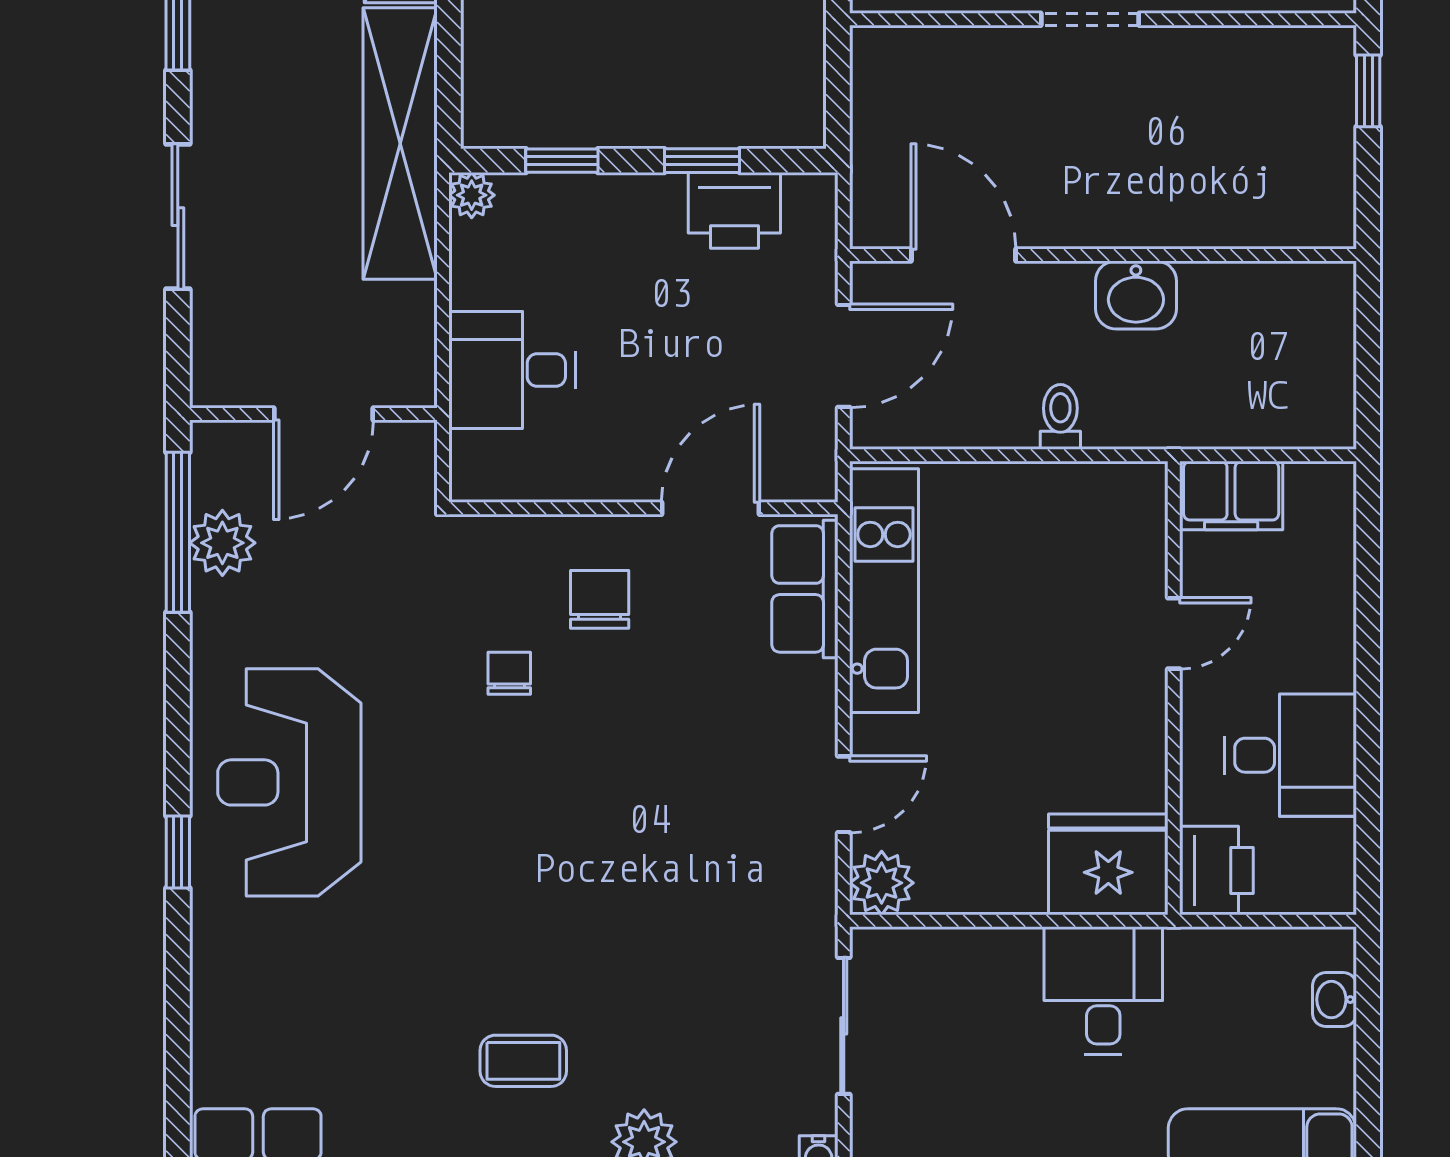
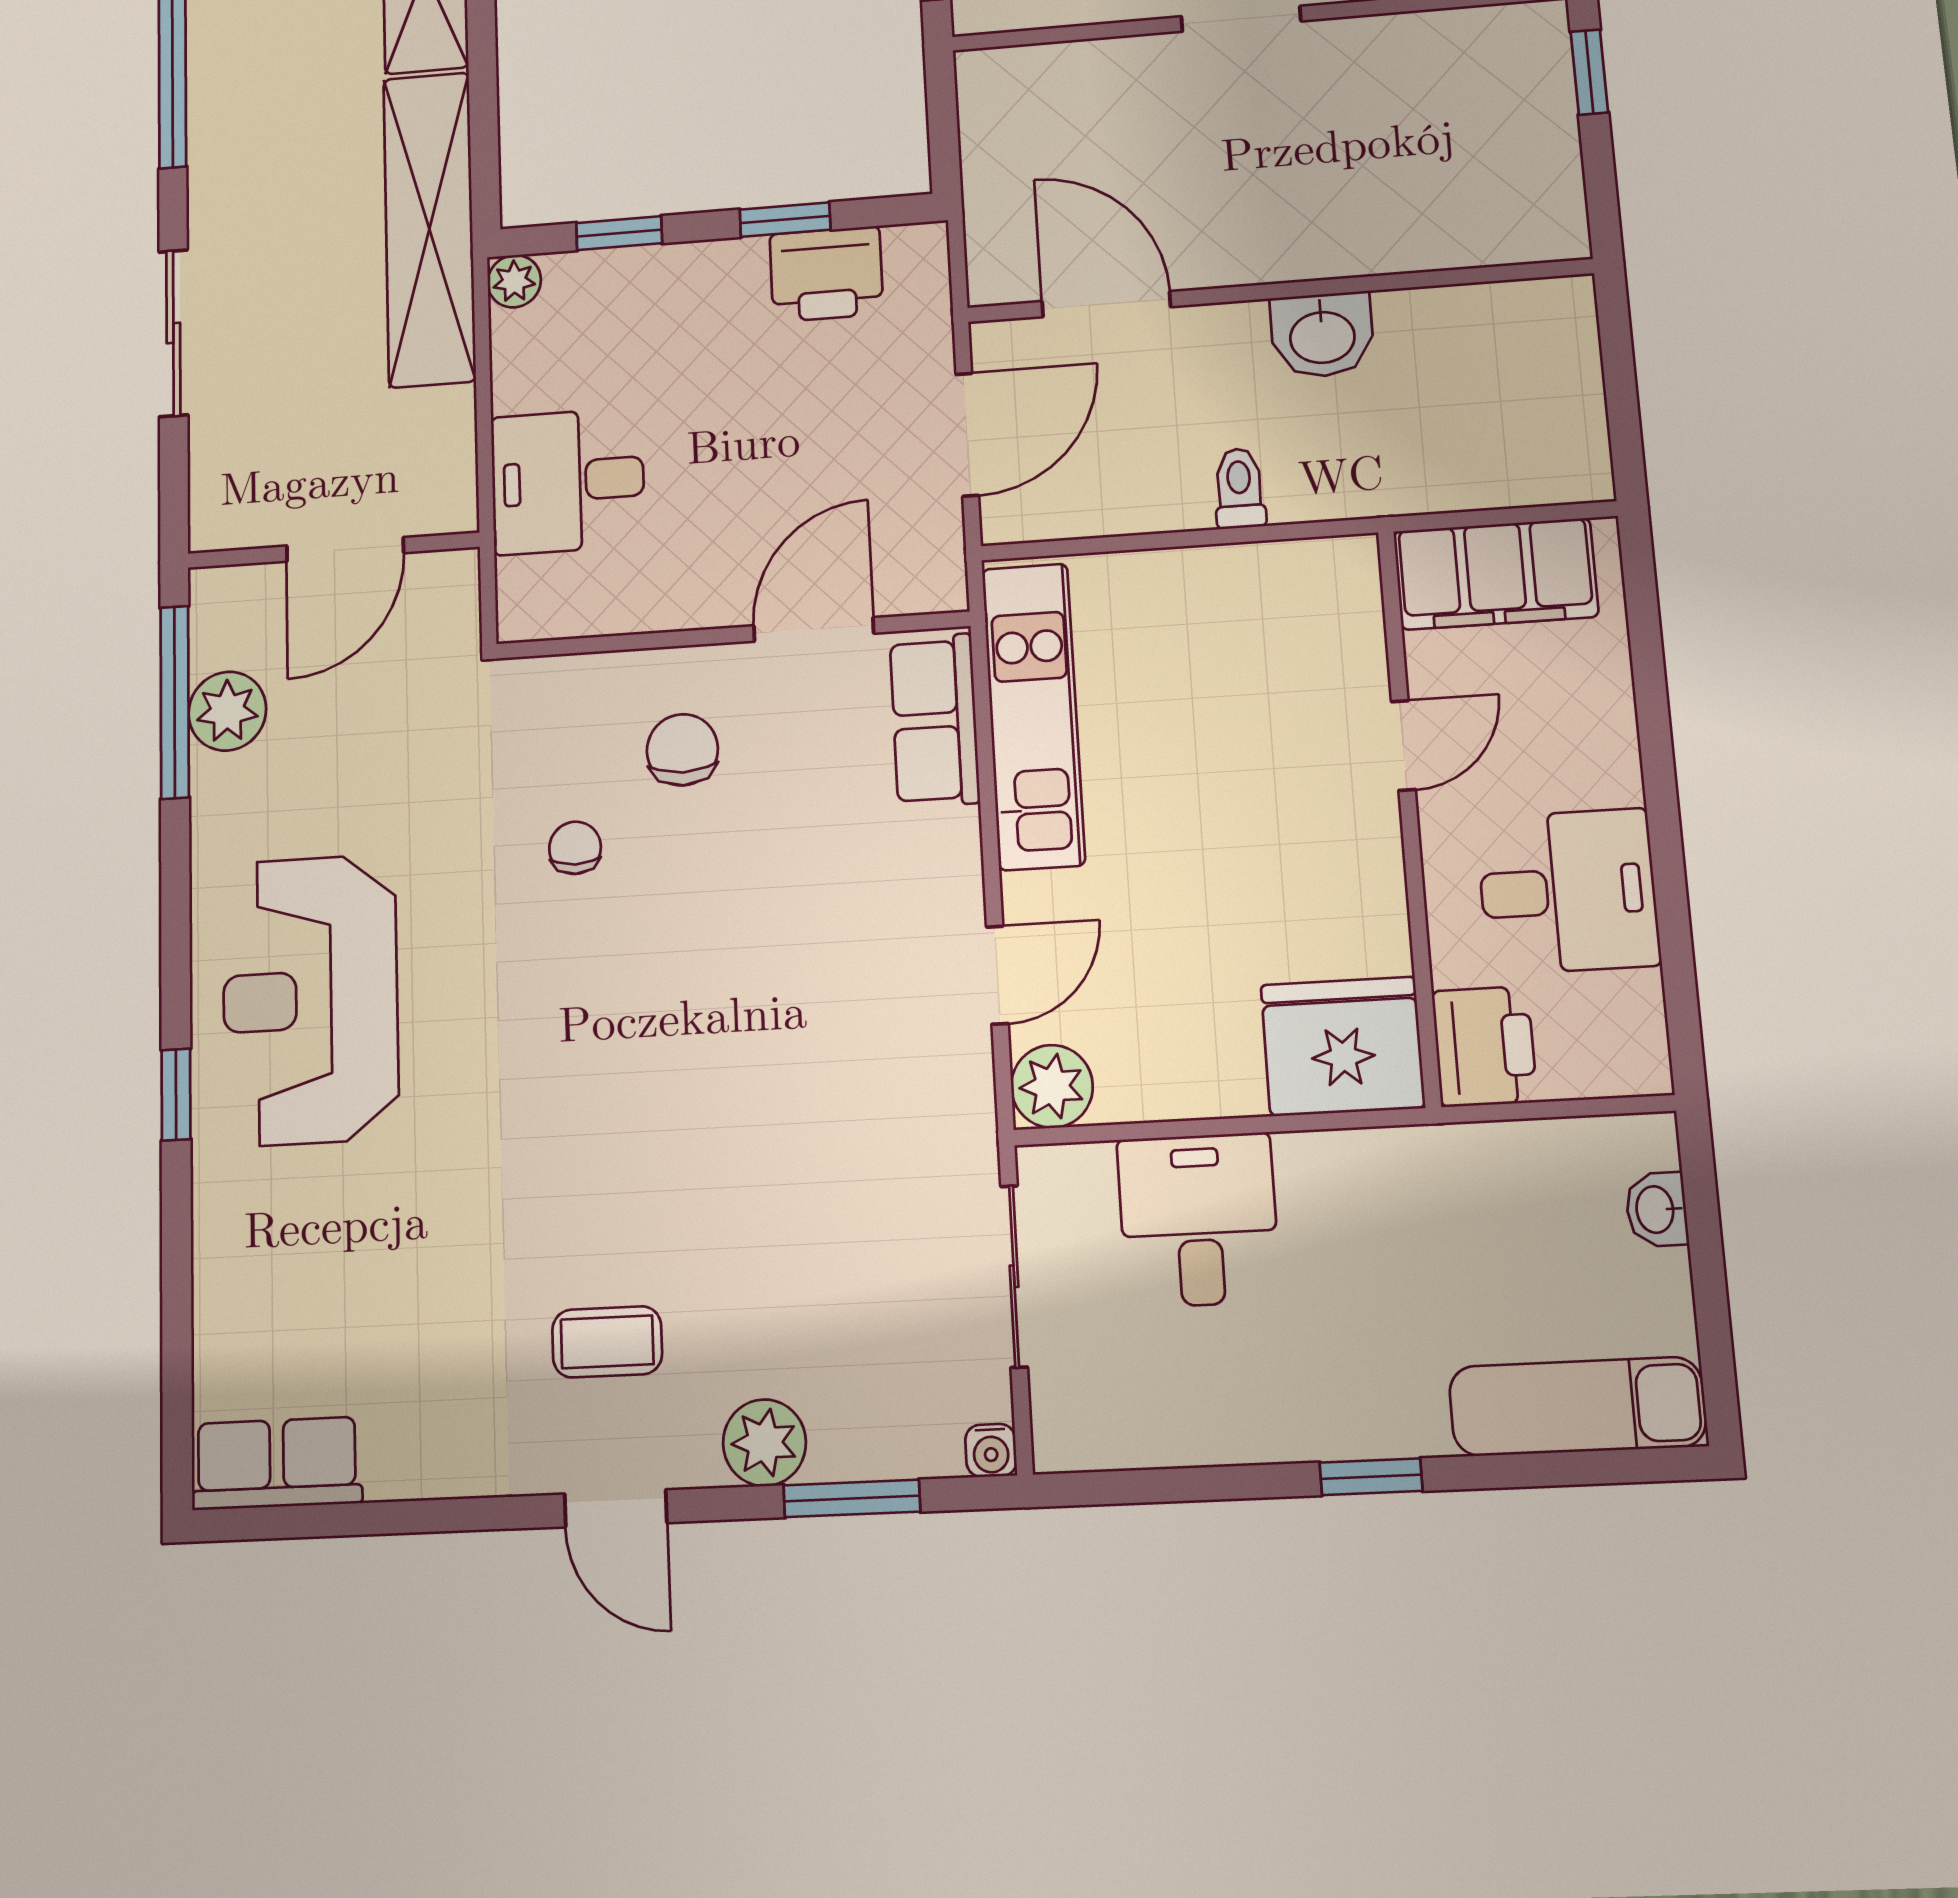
filing cabinet: (1231, 495) -> (1496, 574), width x1.50, depth x1.17
desk: (1103, 990) -> (1198, 1220), moved

